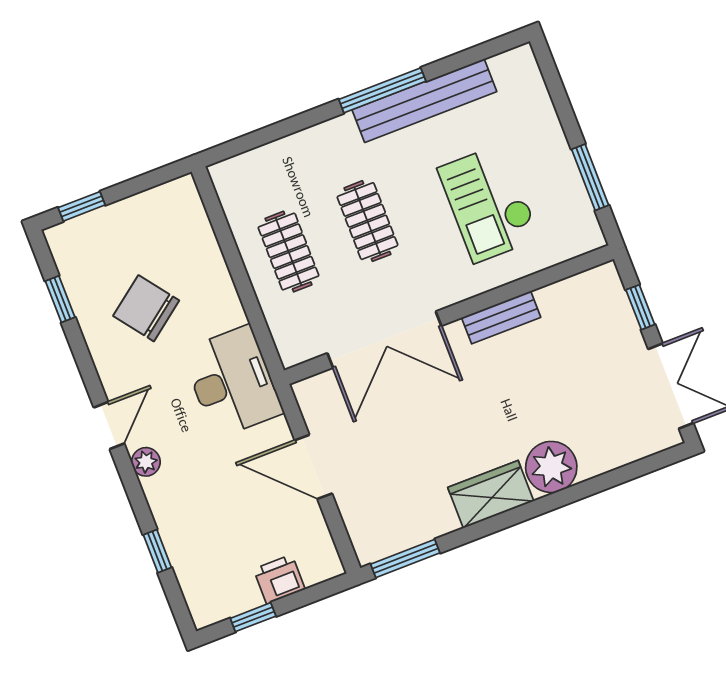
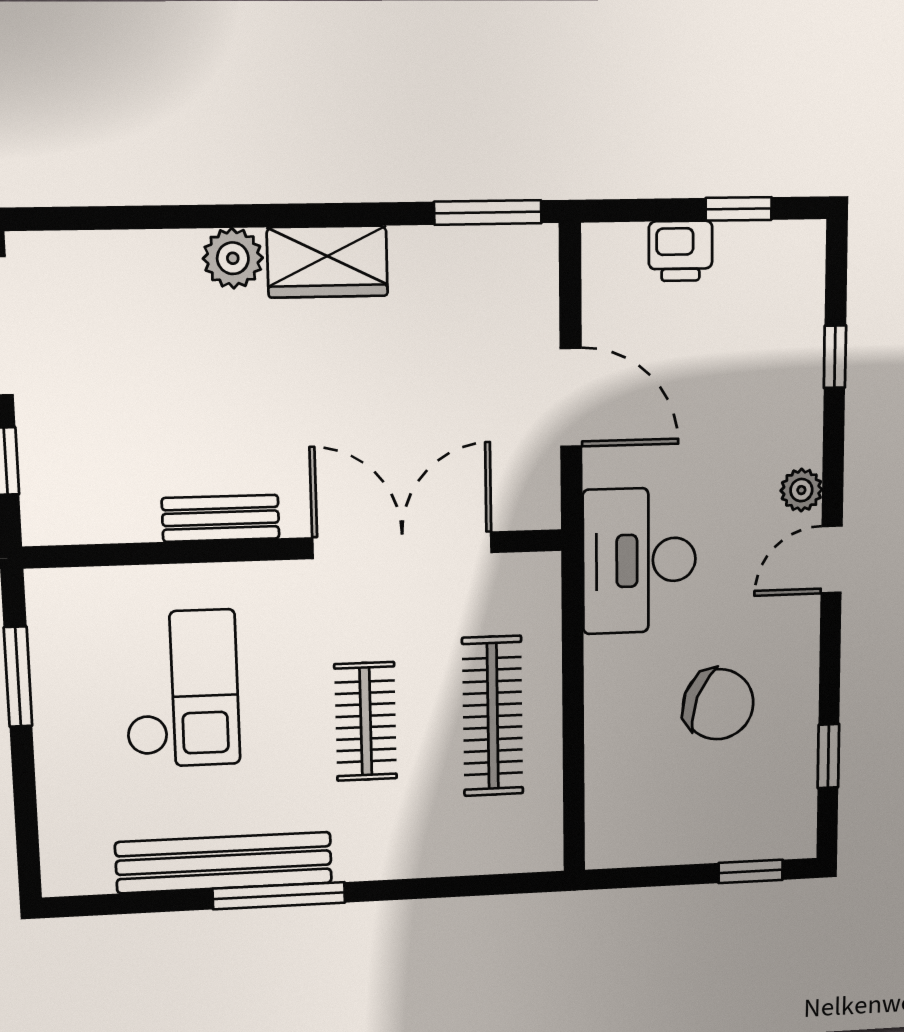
clothes rail: (289, 252) -> (493, 716), width x1.36
chair: (146, 308) -> (718, 704), turned -32
plant: (551, 467) -> (233, 258), width x0.73, depth x0.73

